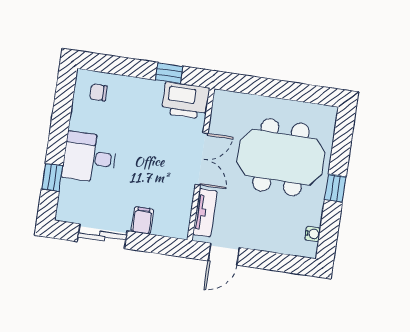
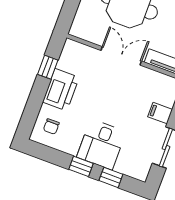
printer: (185, 100) -> (61, 90), moved
window: (58, 138) -> (81, 166), added

